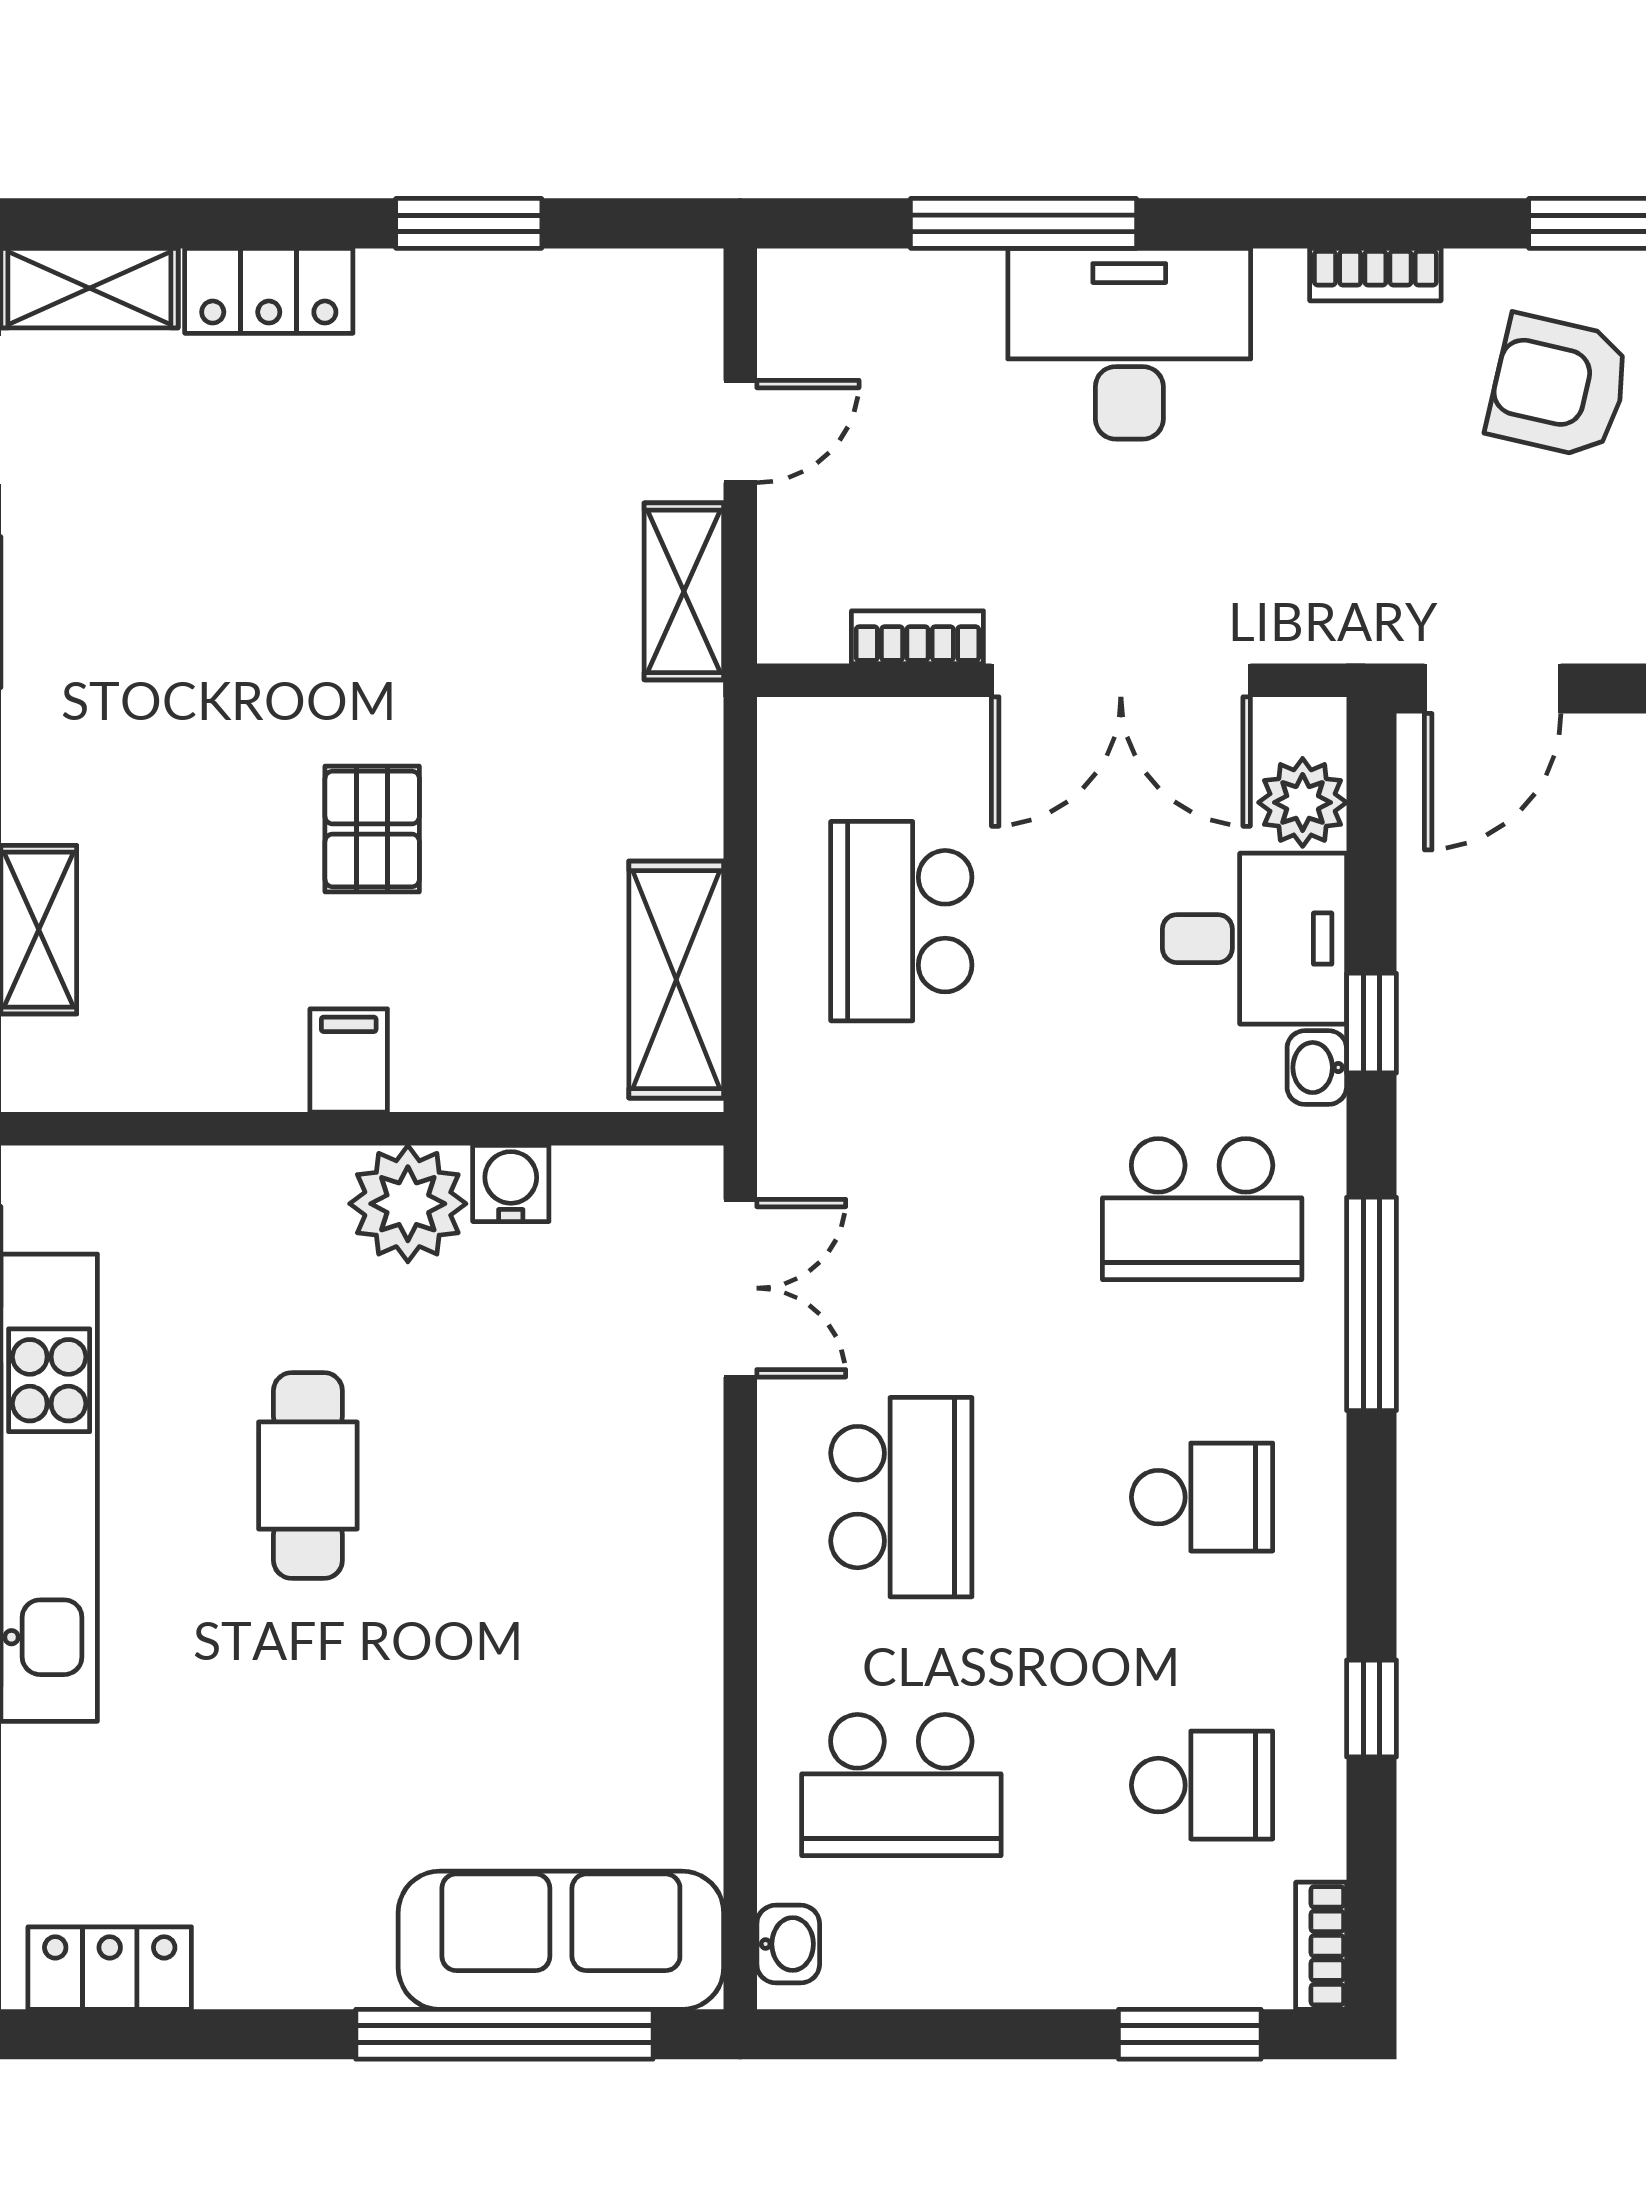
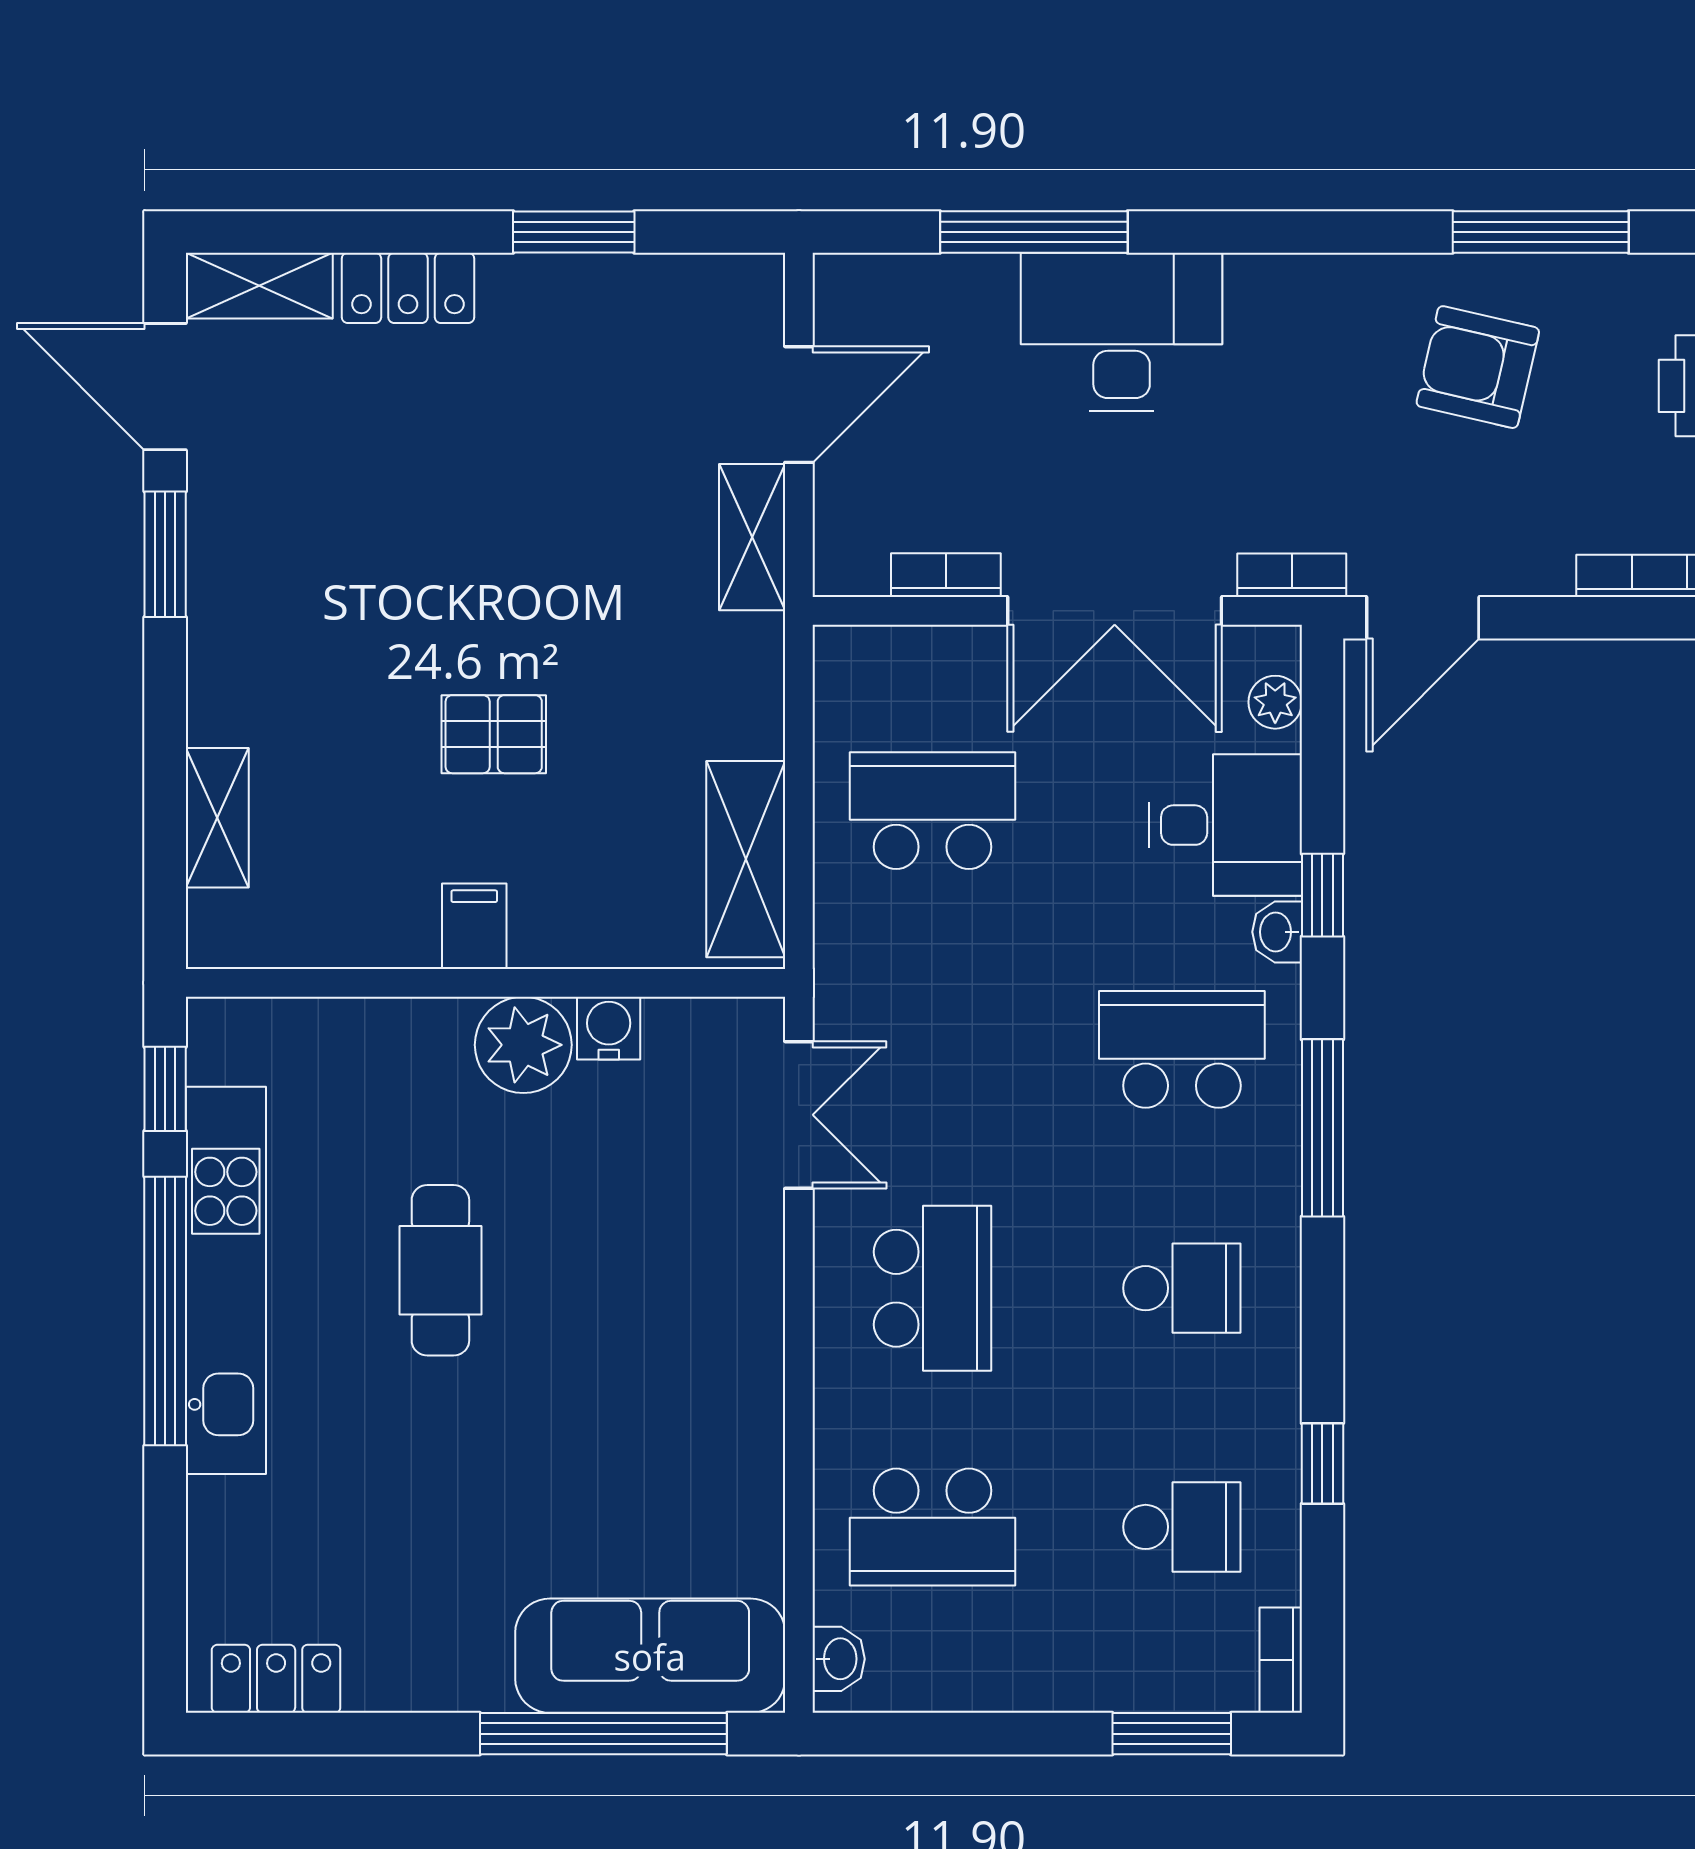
bookcase: (1375, 275) -> (1292, 575), moved, turned 180
door: (740, 431) -> (799, 405), width x1.38
plant: (1303, 802) -> (1275, 702), width x0.73, depth x0.73
pallet: (372, 829) -> (494, 734), turned 90
school desk: (901, 921) -> (933, 811), turned 90
school desk: (1202, 1209) -> (1182, 1049), turned 180

